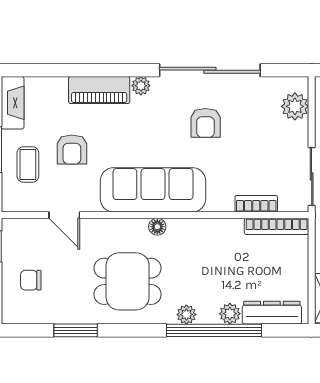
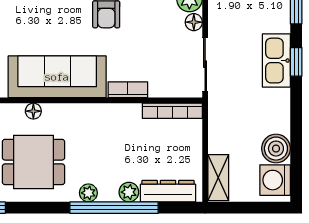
floor lamp: (300, 131) -> (194, 22), added
bookcase: (256, 204) -> (128, 90), moved
floor lamp: (157, 227) -> (33, 111), moved

